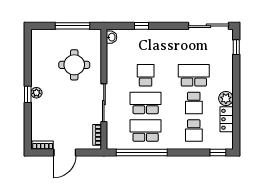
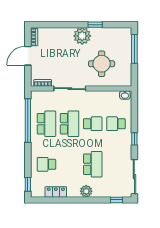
window: (72, 26) -> (134, 49), moved
window: (142, 26) -> (134, 139), moved
plant: (36, 93) -> (82, 36), width x1.87, depth x1.87
window: (28, 94) -> (95, 25), moved
plant: (226, 98) -> (86, 191), moved
school desk: (194, 103) -> (116, 124), moved
door: (65, 152) -> (28, 56), hinge flipped

